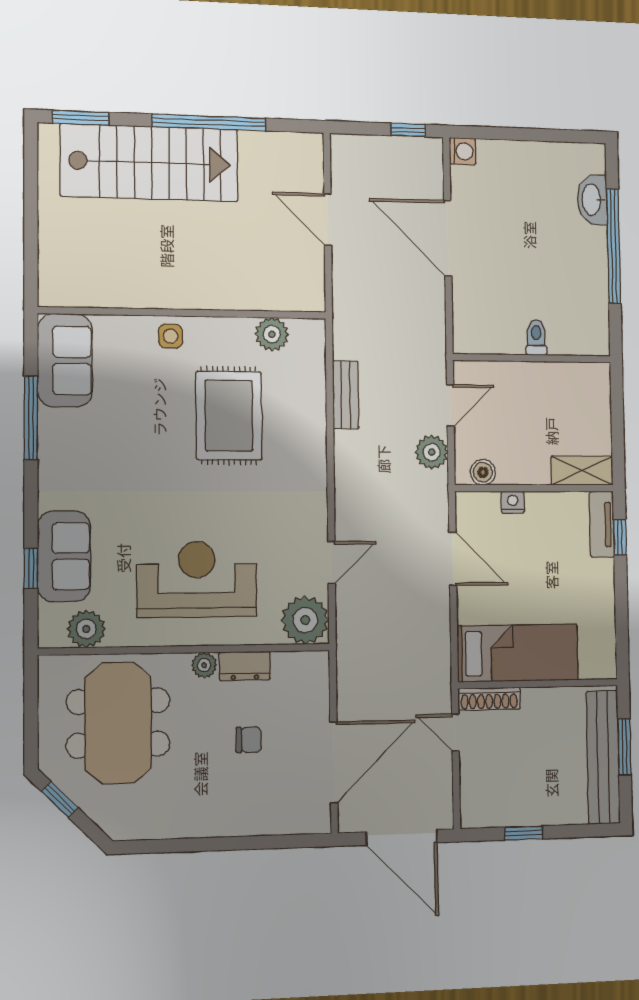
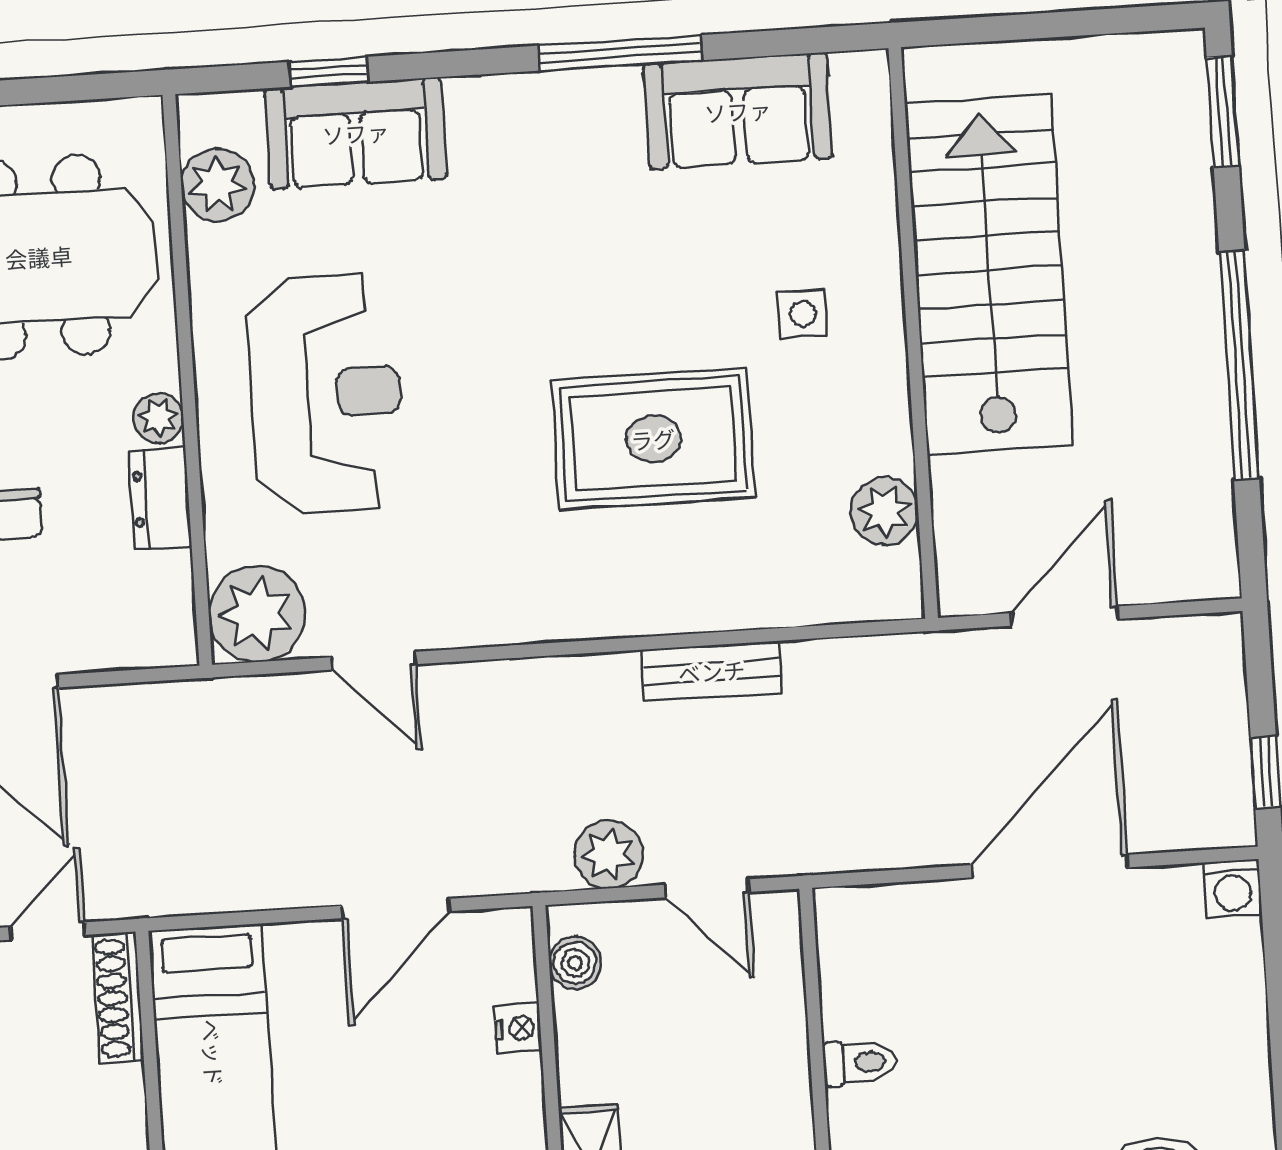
stairs: (150, 163) -> (989, 275), moved, turned 180
wall: (184, 313) -> (913, 333), moved
plant: (272, 334) -> (885, 512), moved

